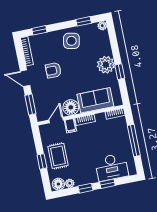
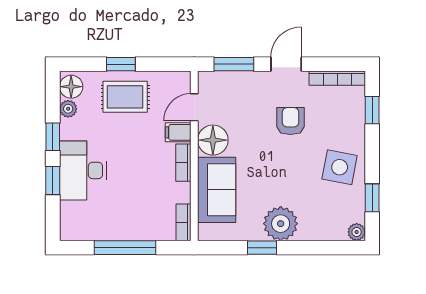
door: (56, 120) -> (194, 107), swing flipped
desk: (112, 167) -> (83, 170), moved

